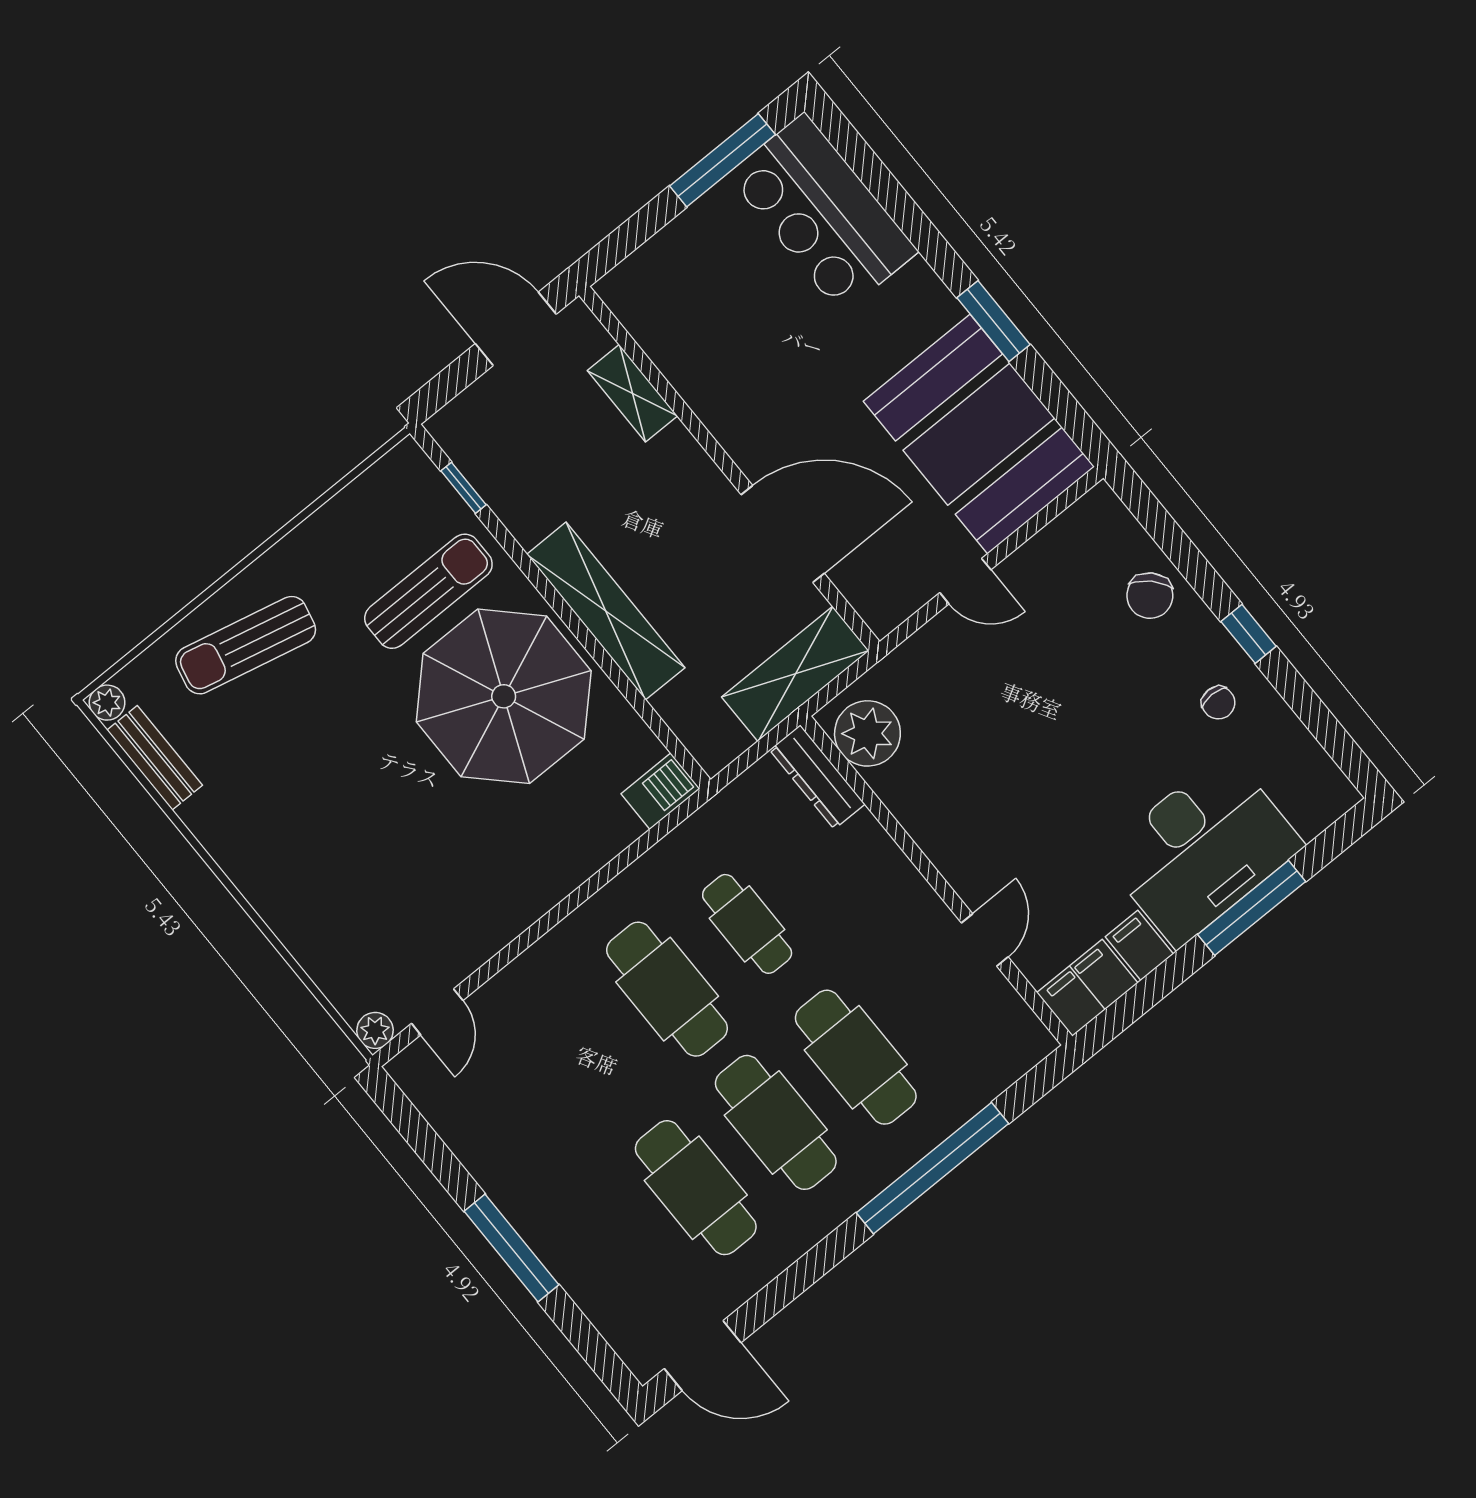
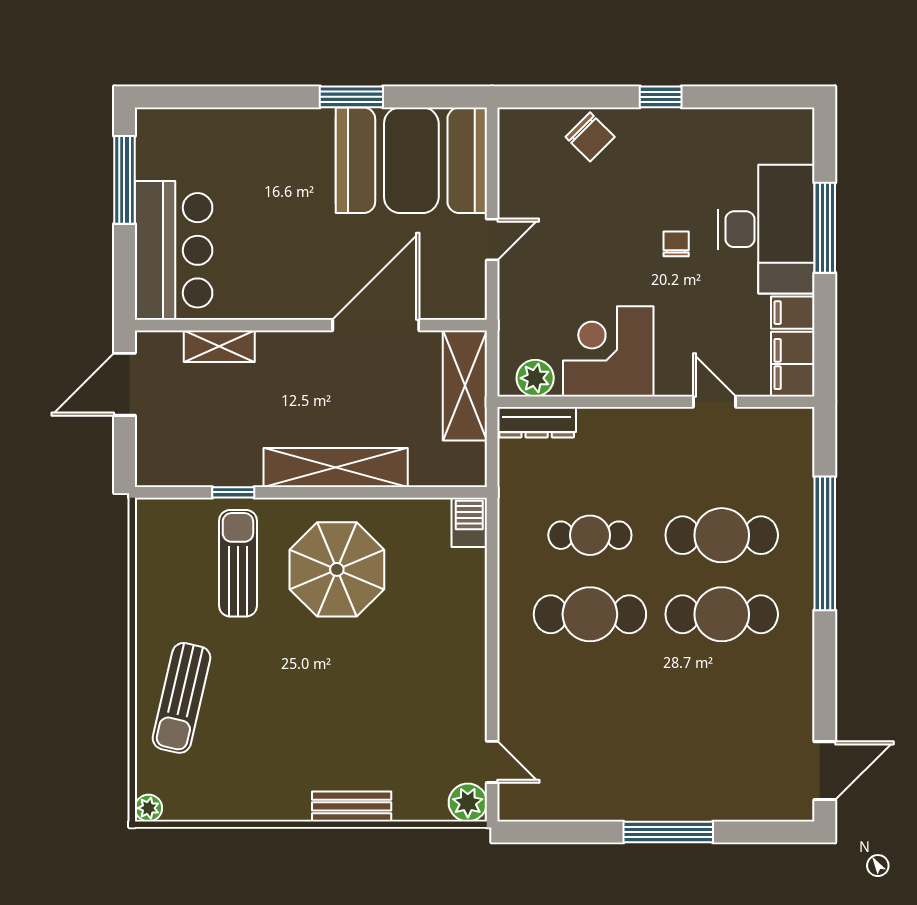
bar counter: (823, 213) -> (174, 250), moved, turned -90
window: (464, 488) -> (233, 492), moved
parasol: (504, 696) -> (337, 569), width x0.73, depth x0.73
chair: (1218, 703) -> (676, 244), moved, turned -90
plant: (867, 733) -> (535, 378), width x0.73, depth x0.73
bench: (155, 758) -> (352, 806), moved
corner desk: (948, 791) -> (608, 351), added
plant: (375, 1030) -> (468, 803), width x1.38, depth x1.38
cafe table: (696, 1188) -> (722, 693), removed

